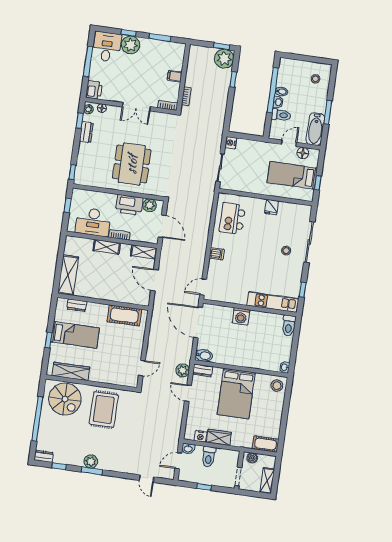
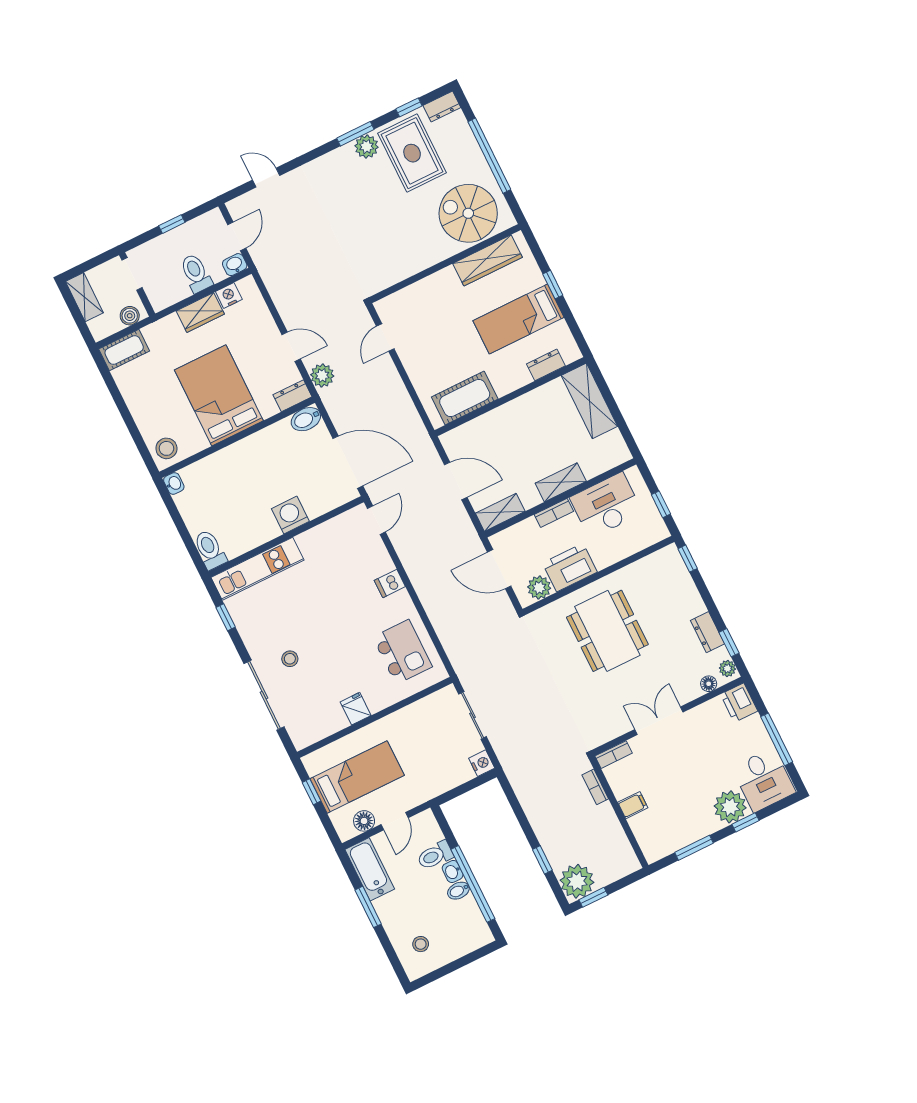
rug: (104, 410) -> (412, 153), moved

